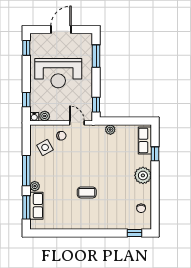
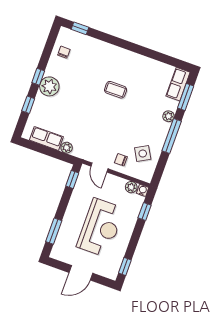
reception desk: (58, 73) -> (100, 228), turned 90
row of seats: (145, 140) -> (46, 138), moved, turned -90
window: (155, 180) -> (38, 77), added
row of seats: (36, 206) -> (178, 84), moved

